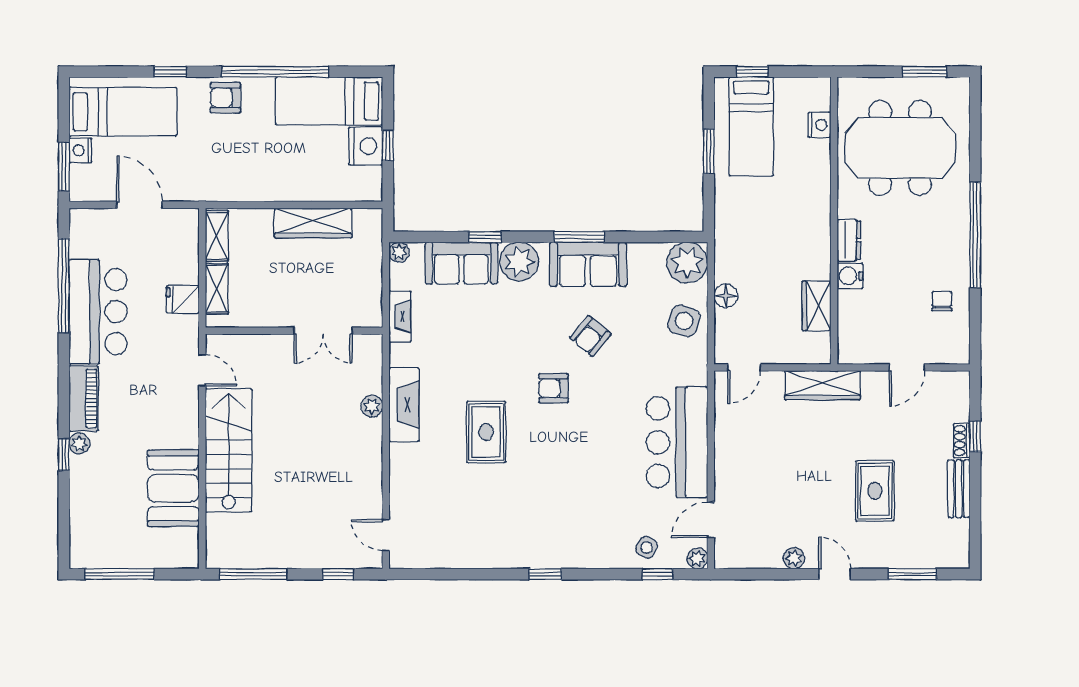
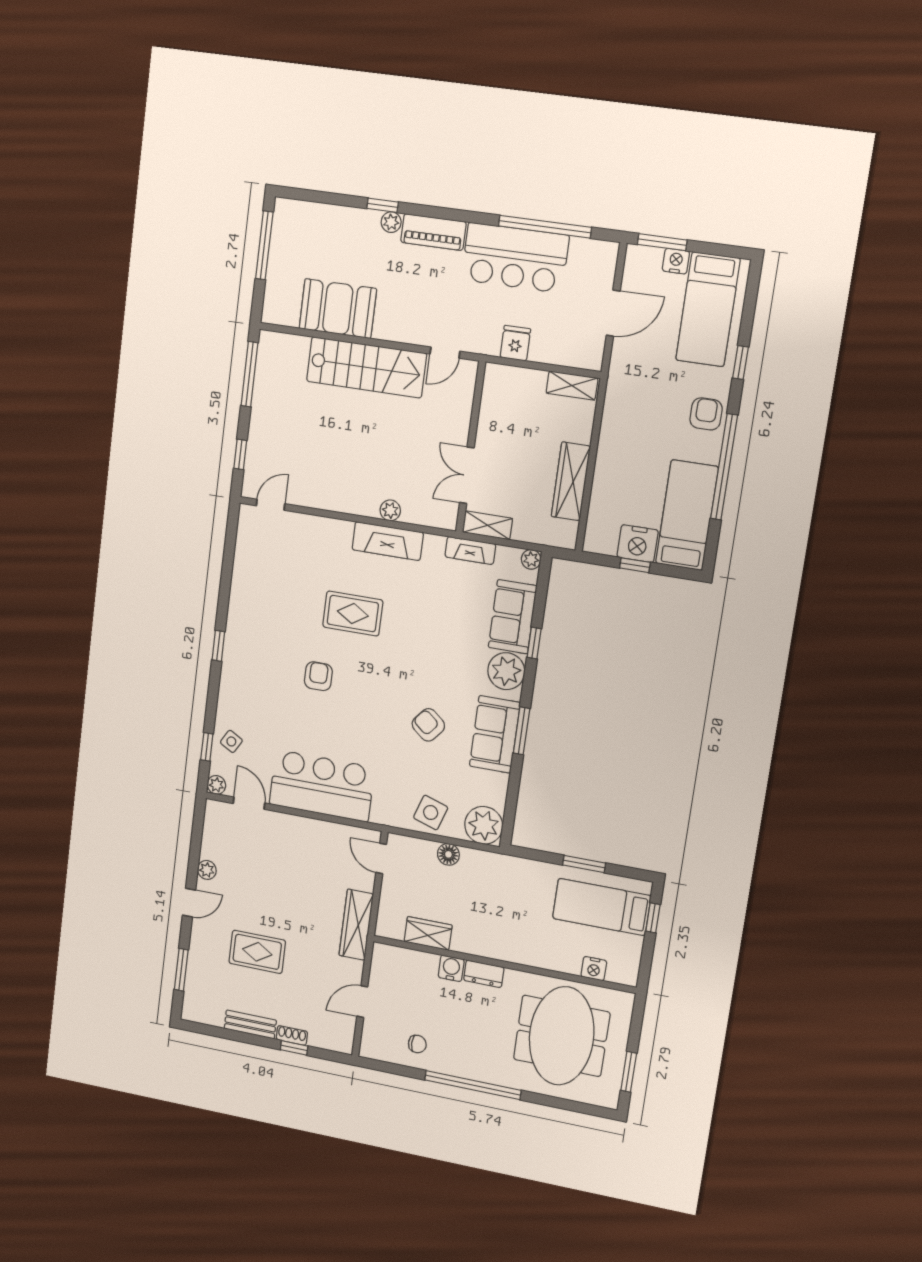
shelving: (217, 289) -> (487, 525), moved
door: (907, 367) -> (362, 1002), hinge flipped
armchair: (554, 388) -> (318, 676), moved

